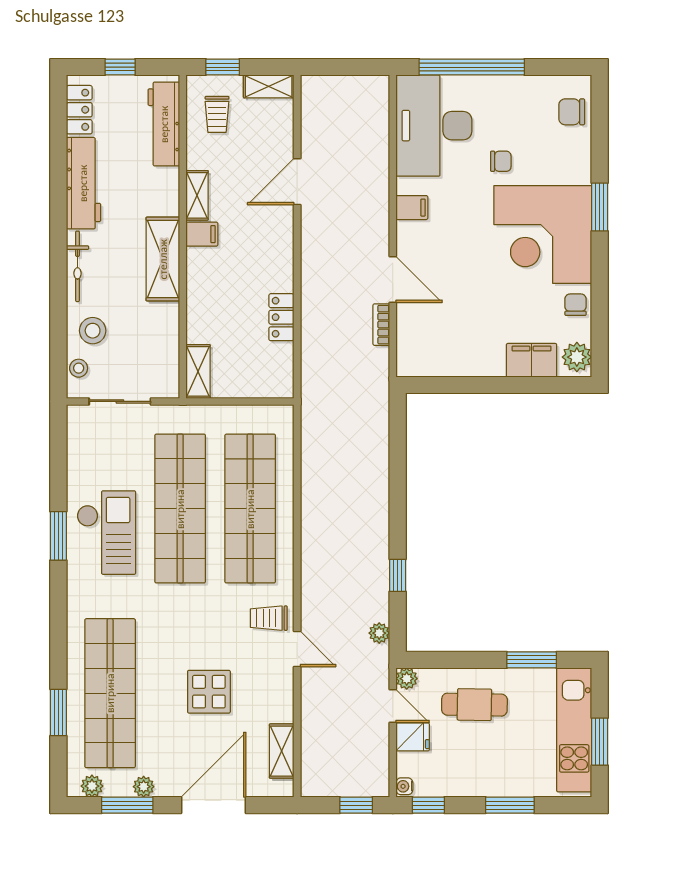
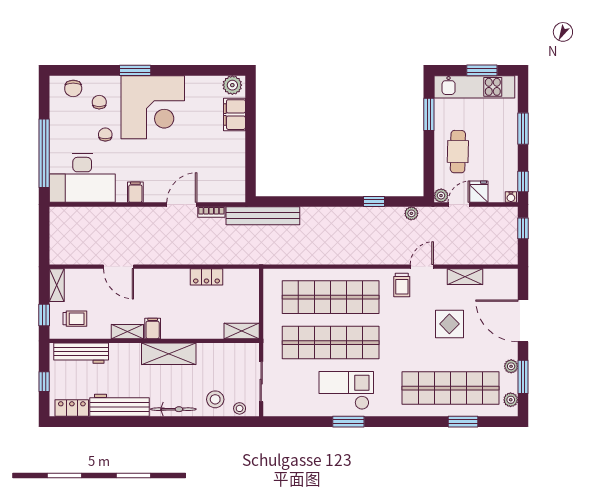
chair: (576, 305) -> (99, 102), moved, turned 90
bench: (376, 404) -> (263, 216), added
shelving: (282, 751) -> (465, 277), moved

